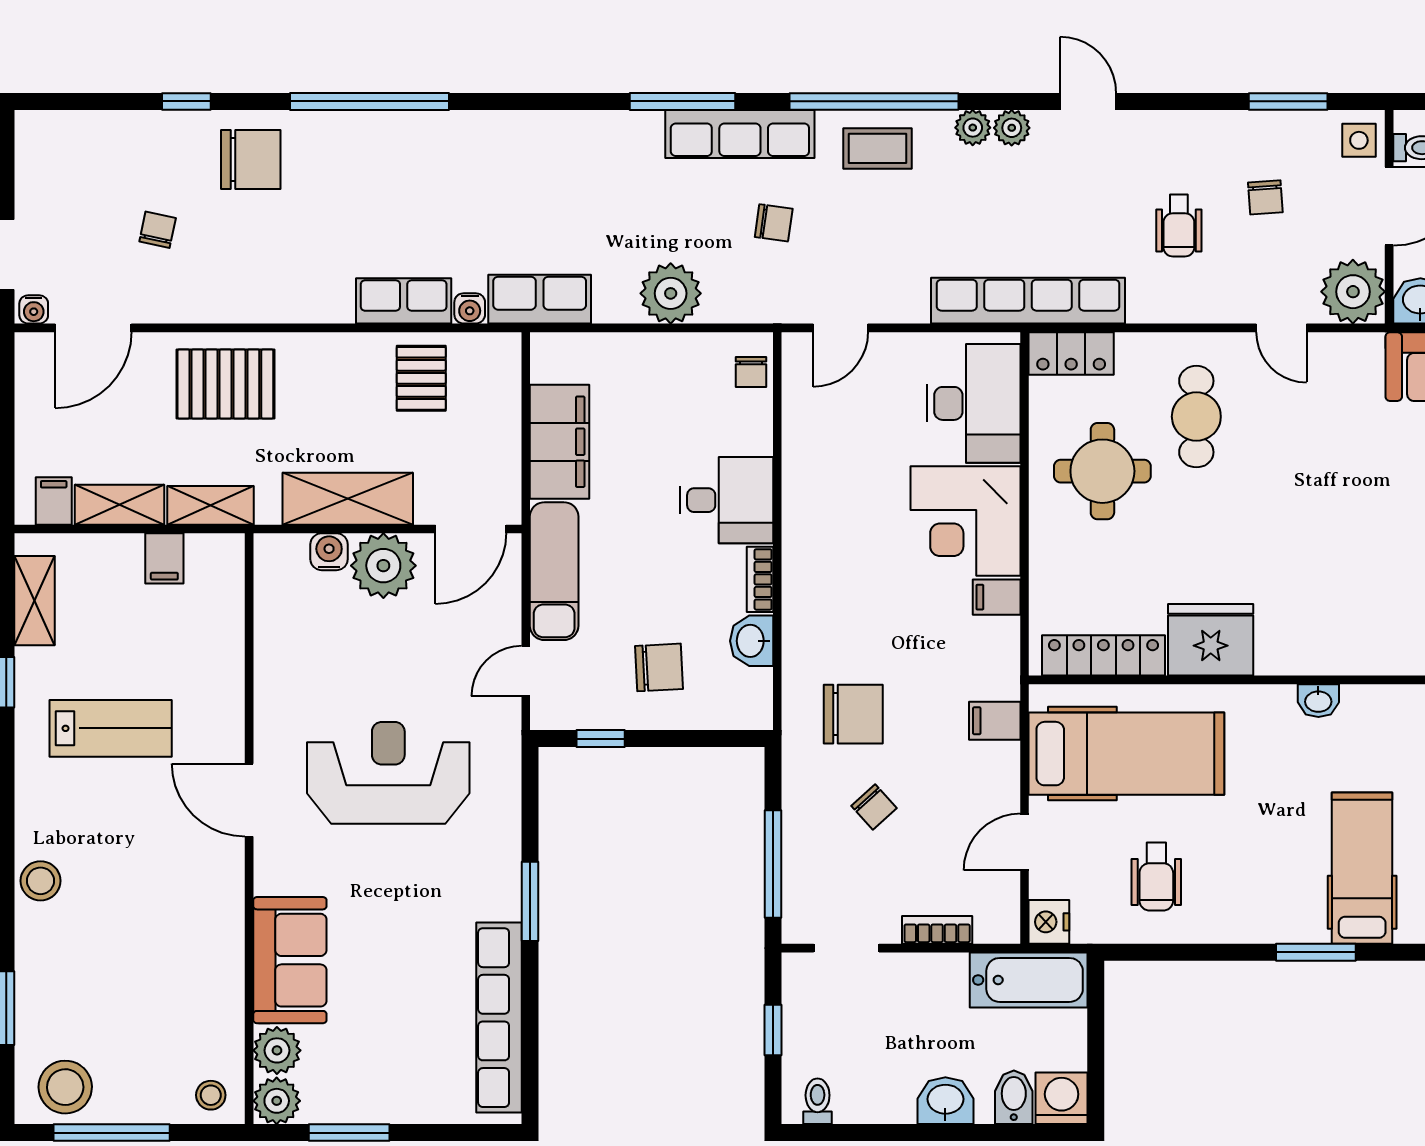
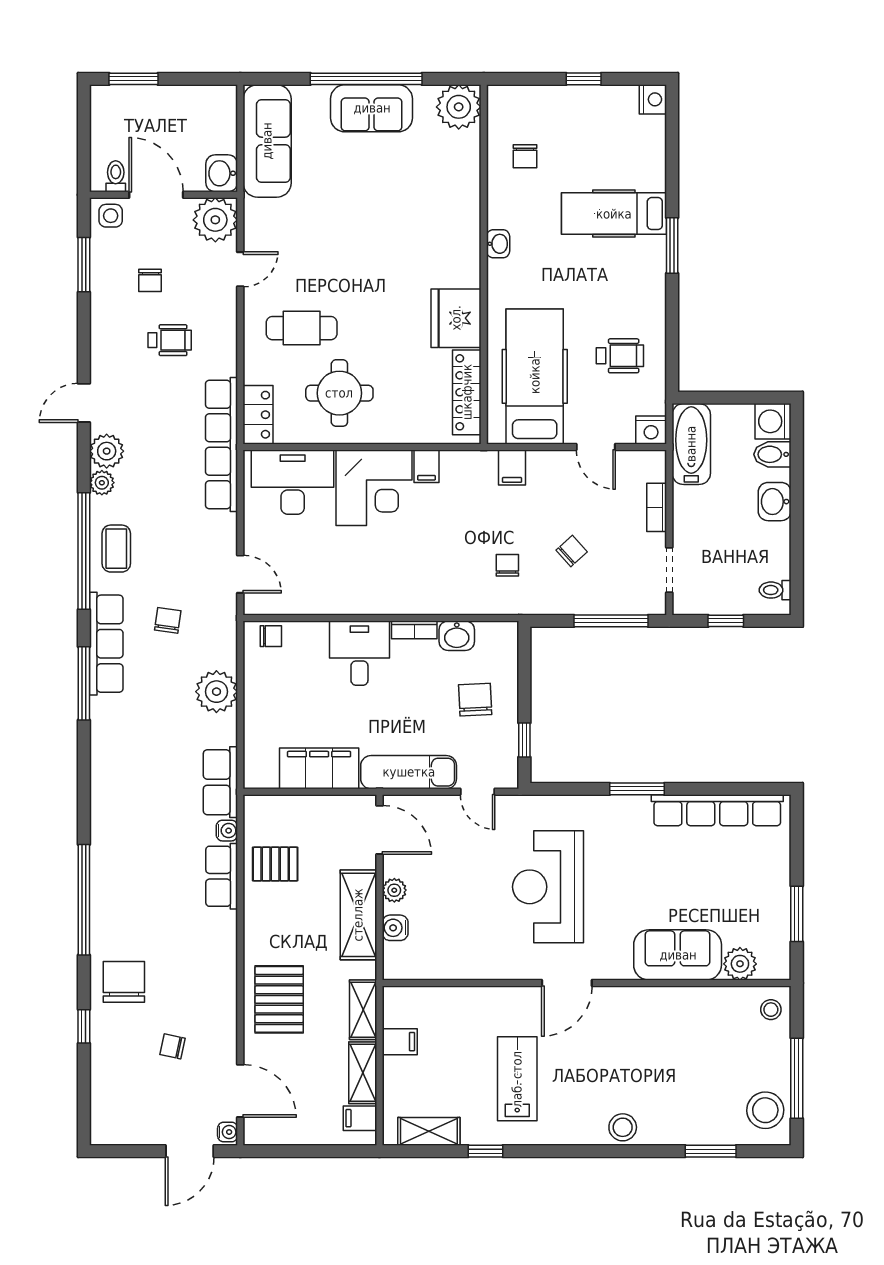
plant: (1012, 128) -> (107, 451), width x1.38, depth x1.38
chair: (1265, 197) -> (150, 280), turned 94
plant: (383, 566) -> (394, 890), width x0.53, depth x0.53
chair: (853, 714) -> (507, 565), width x0.54, depth x0.54
plant: (277, 1101) -> (775, 964), removed

